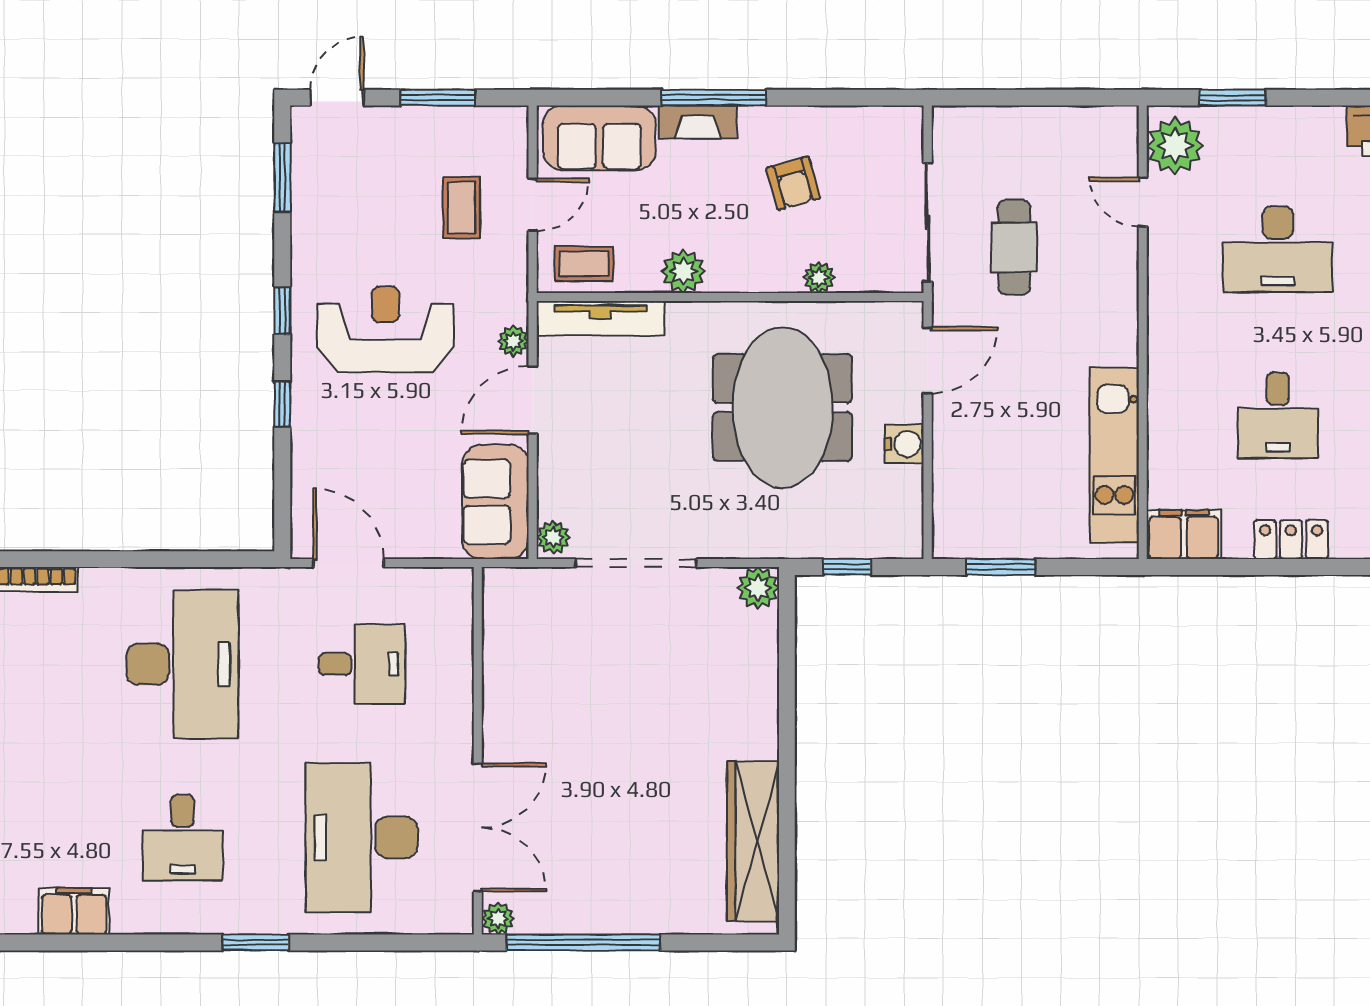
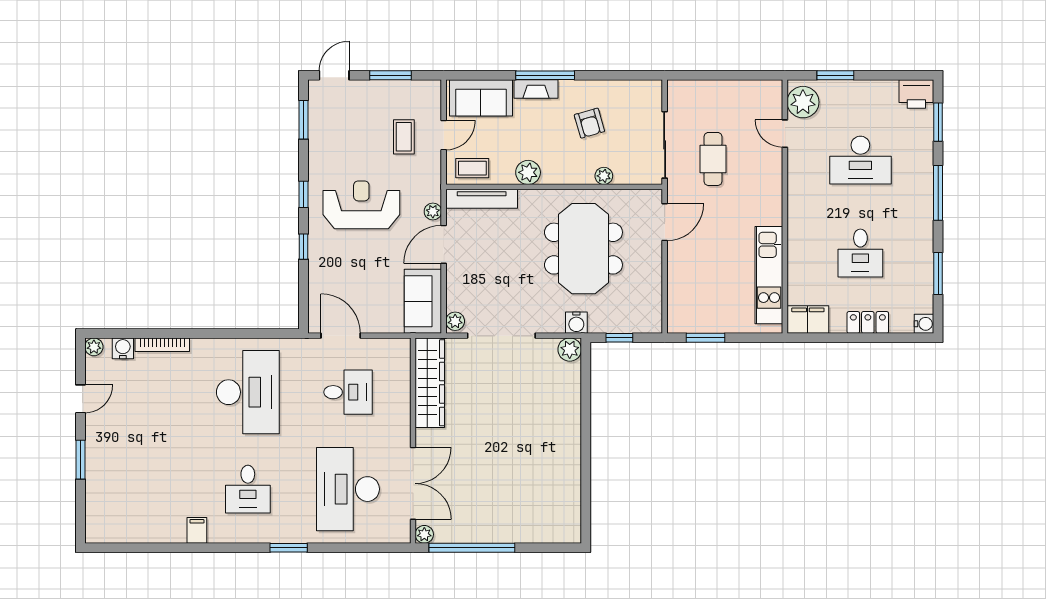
water cooler: (904, 444) -> (576, 323), moved, turned 90
wardrobe: (753, 841) -> (430, 383), moved, turned 180
filing cabinet: (74, 911) -> (197, 530), width x0.50

